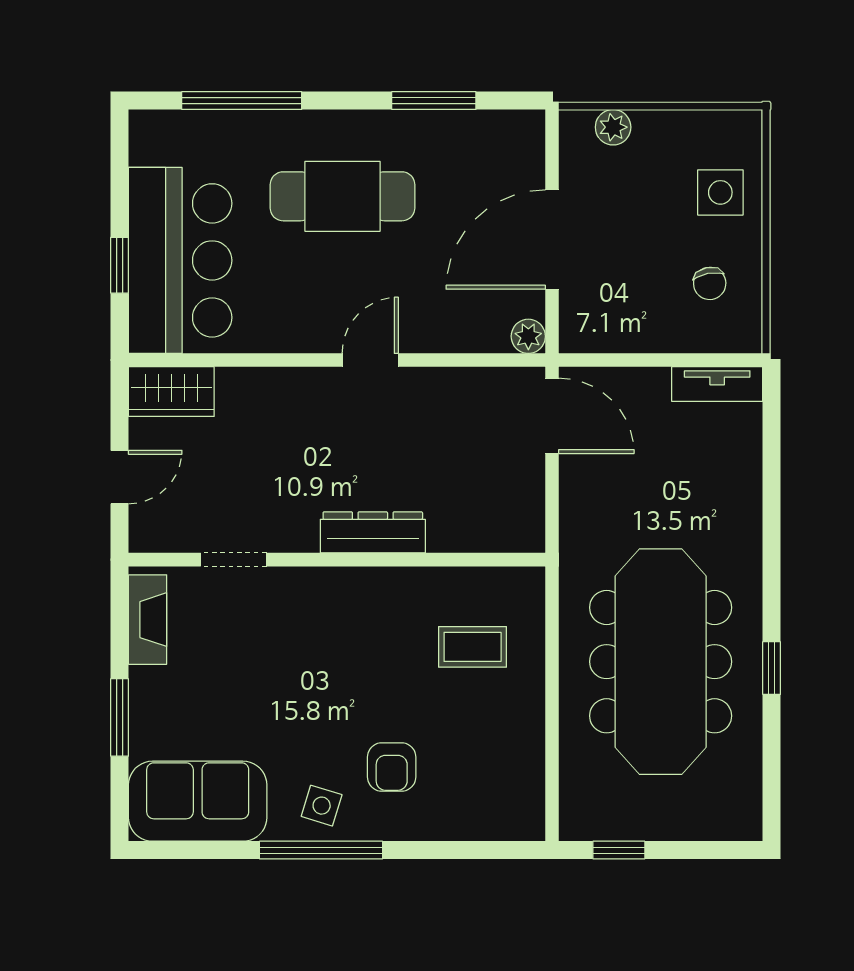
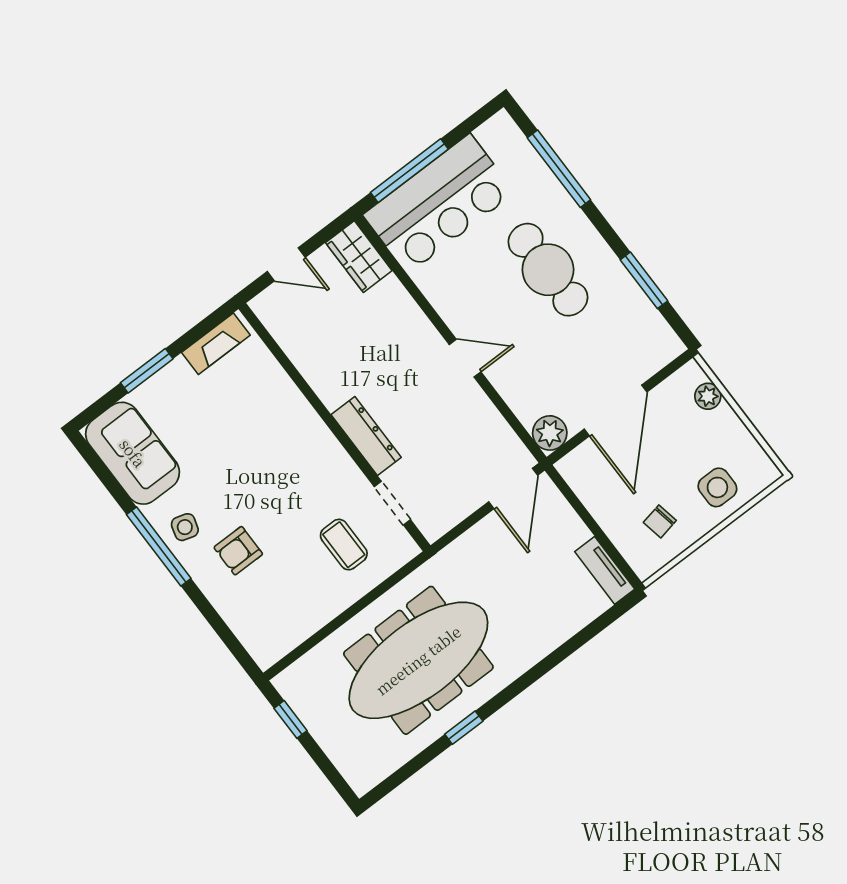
door: (552, 240) -> (616, 410), swing flipped
window: (120, 265) -> (409, 171), width x2.17
plant: (528, 336) -> (550, 433), width x1.38, depth x1.38
doorway: (234, 560) -> (392, 503), moved

